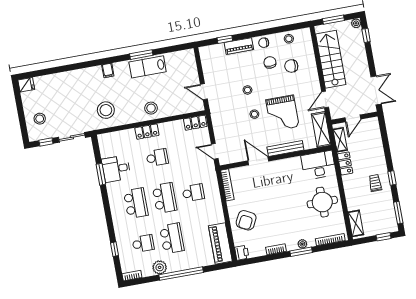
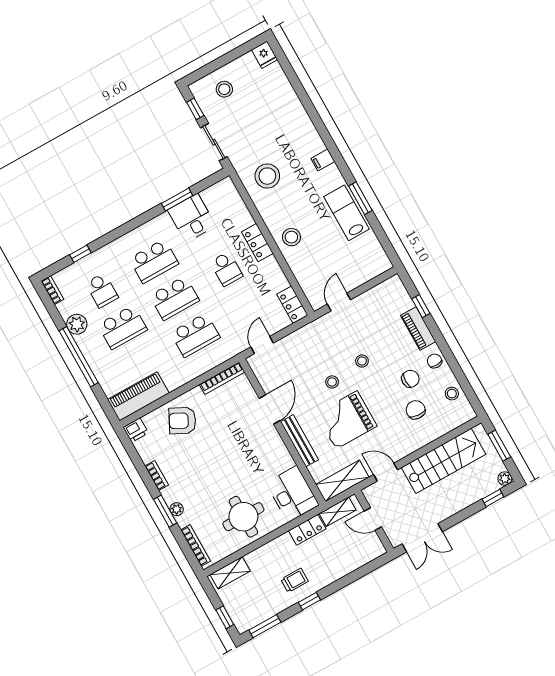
school desk: (193, 193) -> (195, 335), width x1.85

